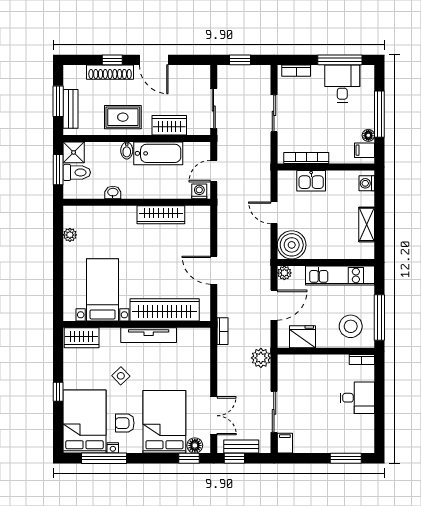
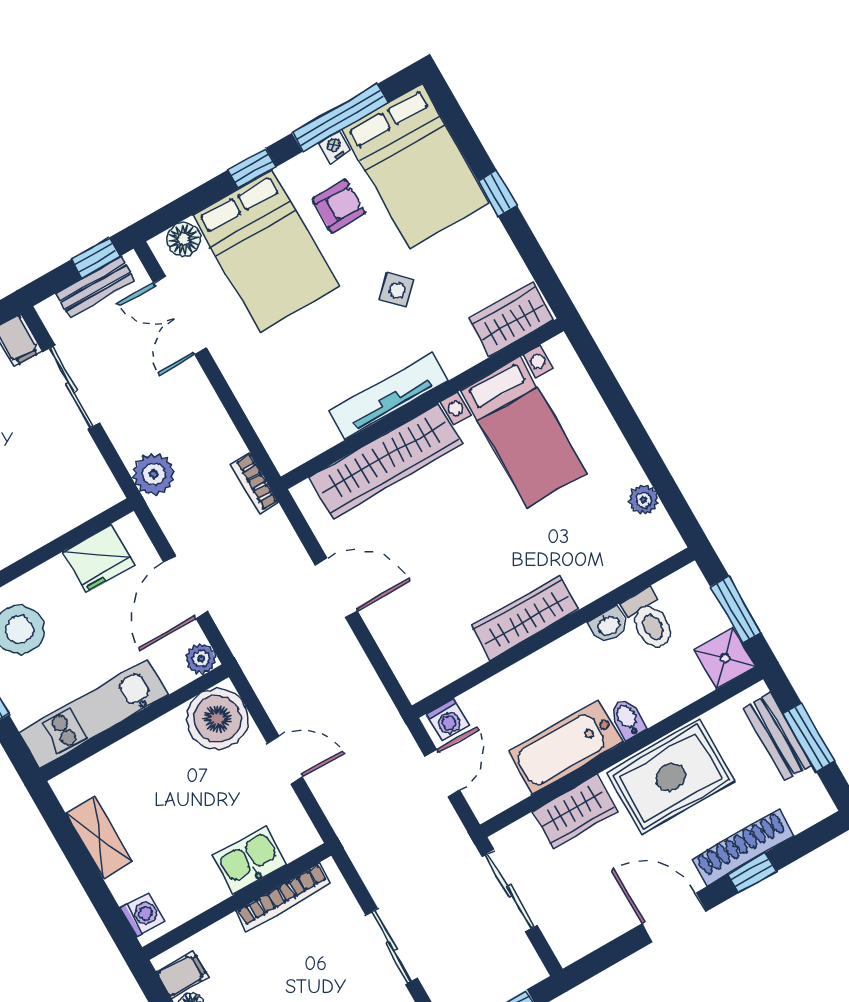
rug: (123, 117) -> (671, 777), width x1.36, depth x1.43
toilet: (77, 172) -> (649, 620), moved, turned -90
wardrobe: (161, 215) -> (525, 618), moved
window: (189, 458) -> (252, 168), moved

